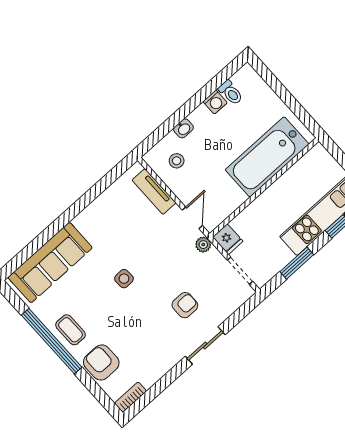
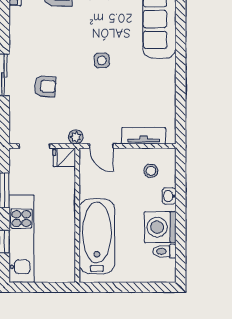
washing machine: (215, 102) -> (160, 227), width x1.89, depth x1.89
armchair: (185, 305) -> (45, 86), turned -86

